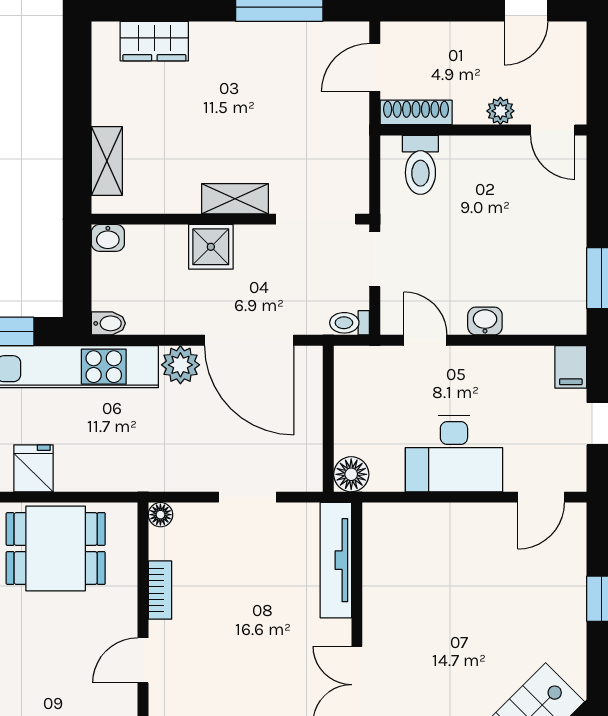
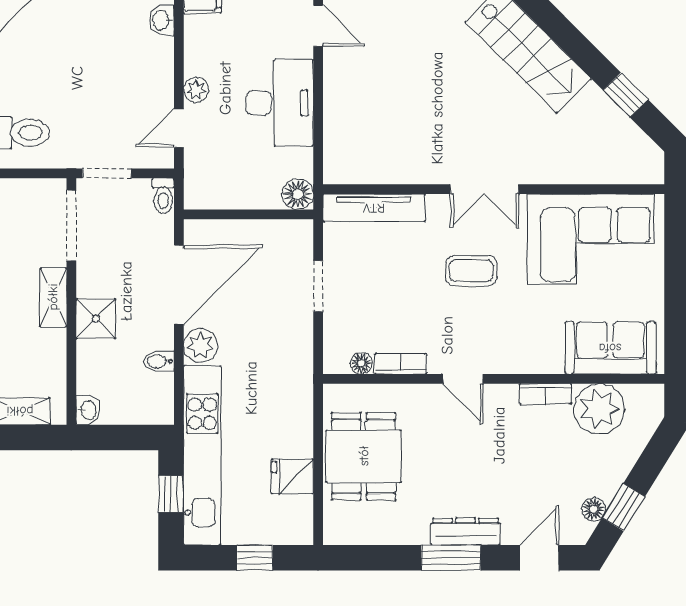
washbasin: (485, 321) -> (162, 20), moved
bidet: (108, 323) -> (159, 361), moved, turned -90
plant: (469, 360) -> (196, 90), added
floor lamp: (160, 515) -> (361, 363), moved
coffee table: (265, 670) -> (471, 271), added

